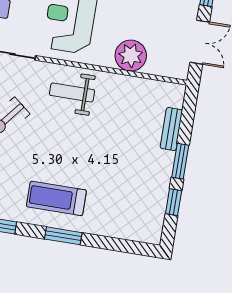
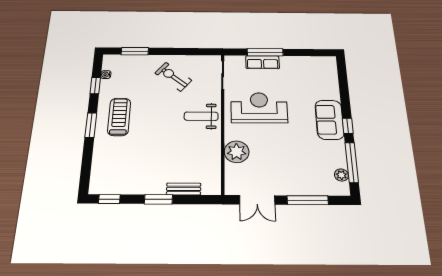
weight bench: (72, 93) -> (201, 116), turned -90
window: (174, 202) -> (109, 199), moved

